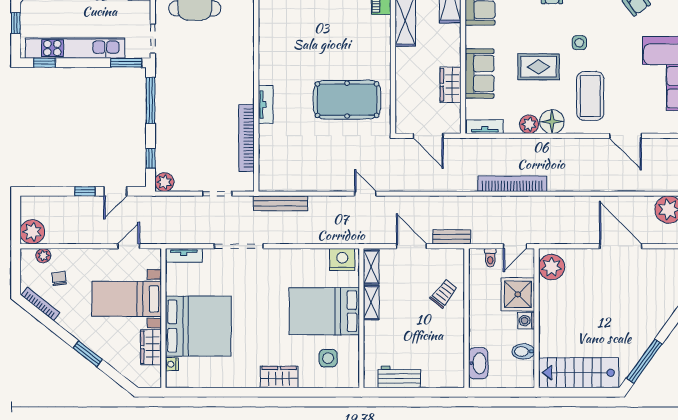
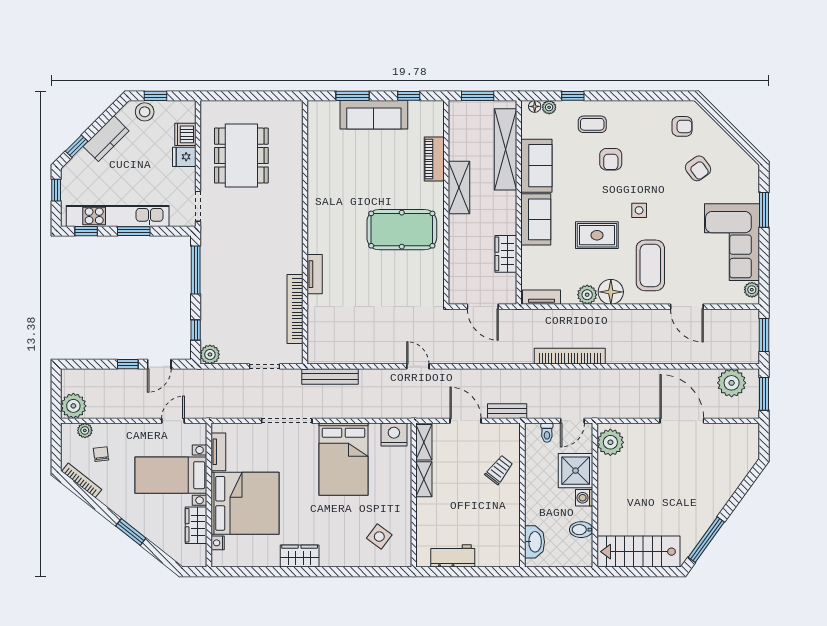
window: (126, 63) -> (134, 231), moved
sofa: (479, 73) -> (536, 219), moved
pool table: (347, 100) -> (402, 230), moved
tv unit: (184, 255) -> (218, 452), moved, turned -90
bed: (324, 311) -> (343, 459), moved, turned -90
side table: (328, 358) -> (379, 537), turned 37
wardrobe: (279, 377) -> (300, 556), moved

